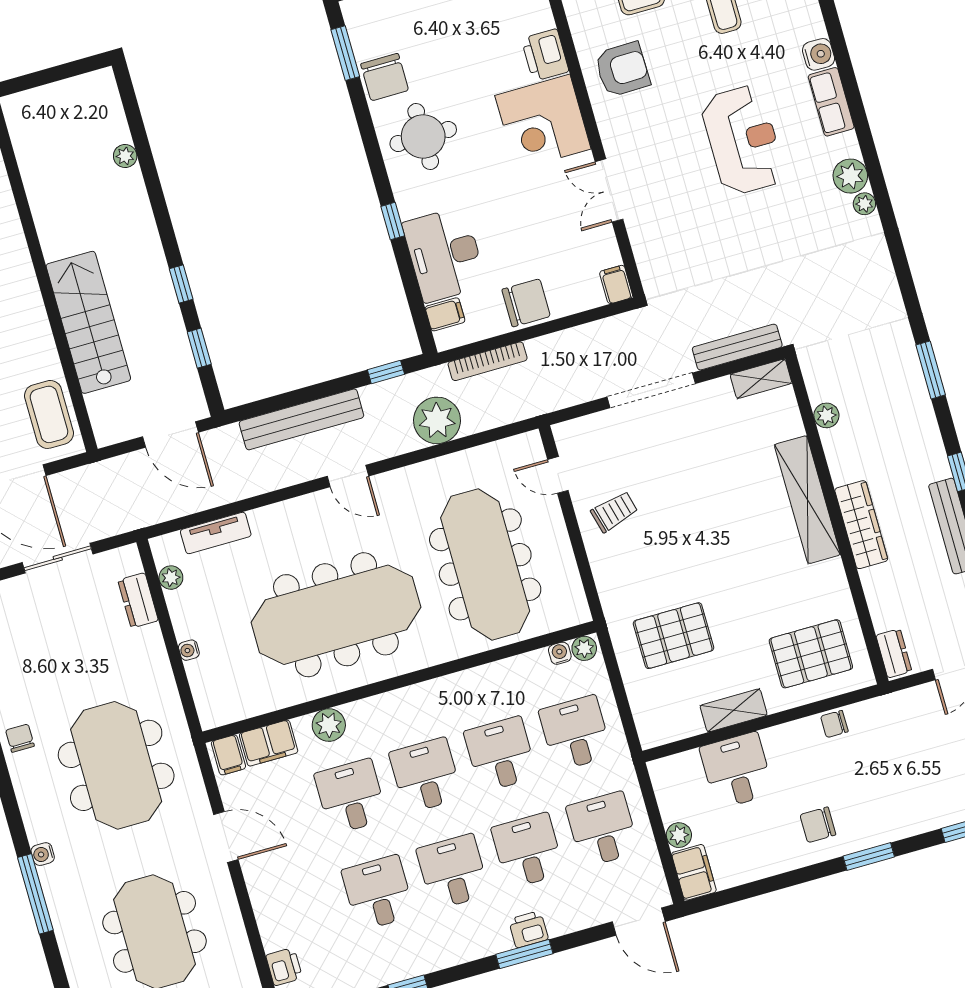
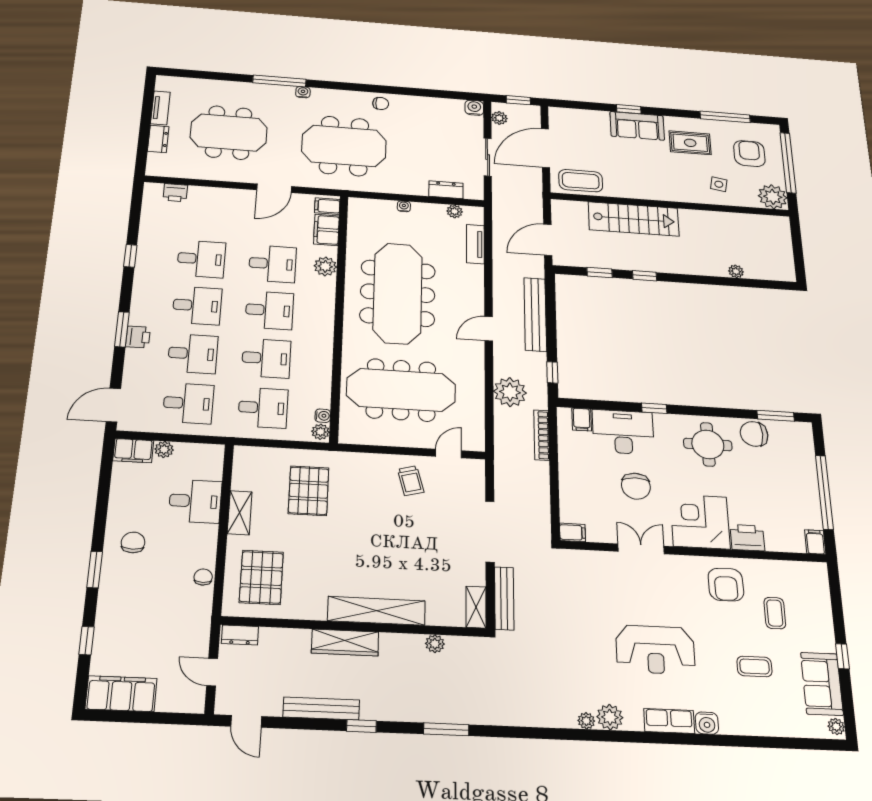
chair: (526, 303) -> (636, 486), moved

